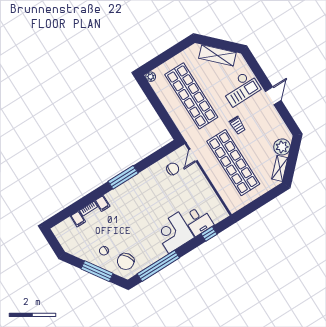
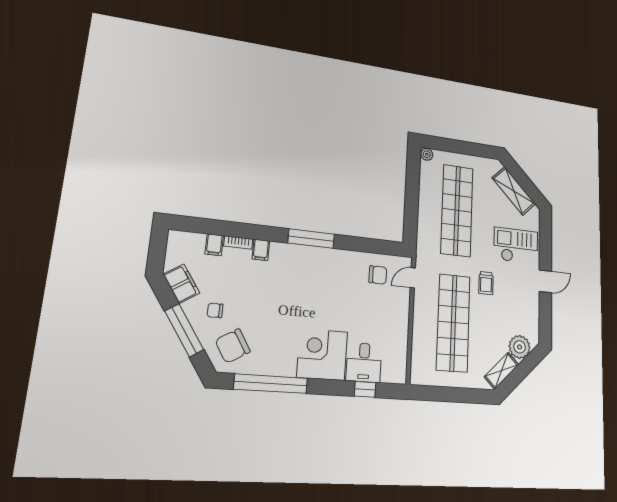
checkout: (241, 88) -> (516, 246), turned 180
filing cabinet: (78, 250) -> (181, 284), added

